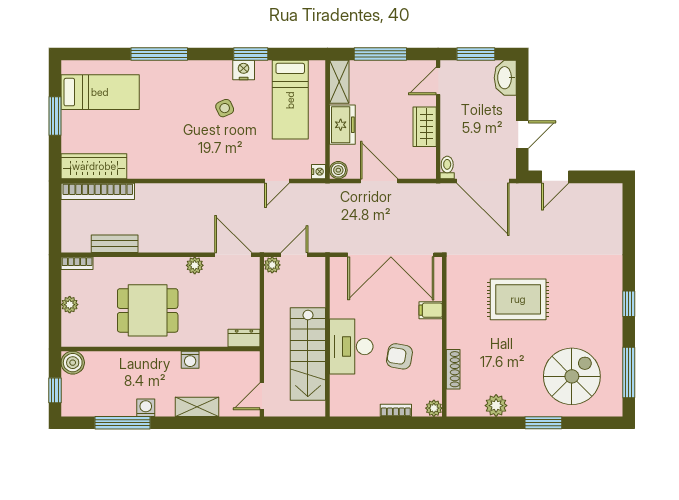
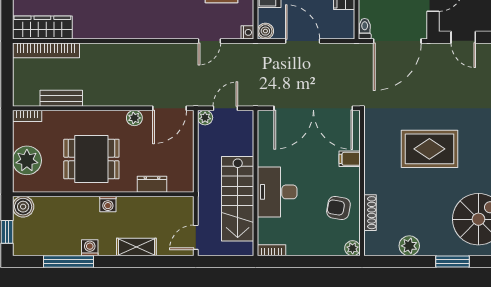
door: (555, 177) -> (463, 37), hinge flipped
door: (483, 181) -> (397, 41), hinge flipped
door: (233, 255) -> (170, 108), swing flipped
plant: (70, 305) -> (27, 160), width x1.87, depth x1.87
dresser: (244, 338) -> (152, 184), moved
armchair: (399, 356) -> (338, 208), moved
washing machine: (190, 360) -> (108, 204), moved
bookcase: (396, 410) -> (271, 250), moved

